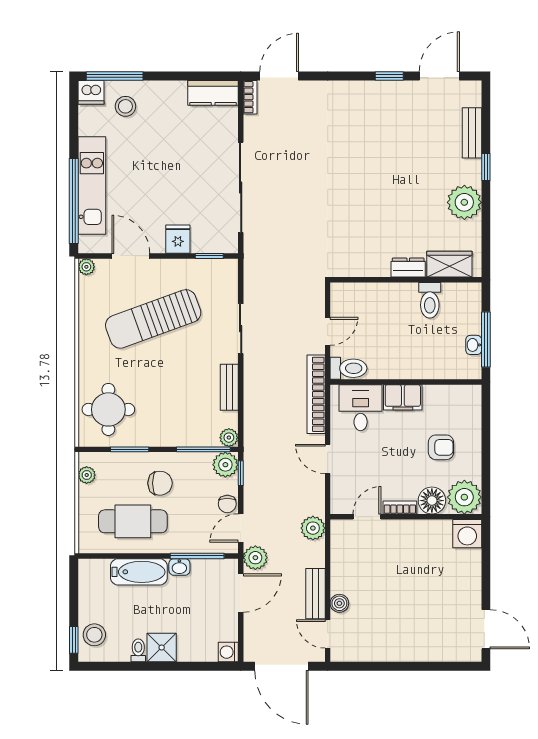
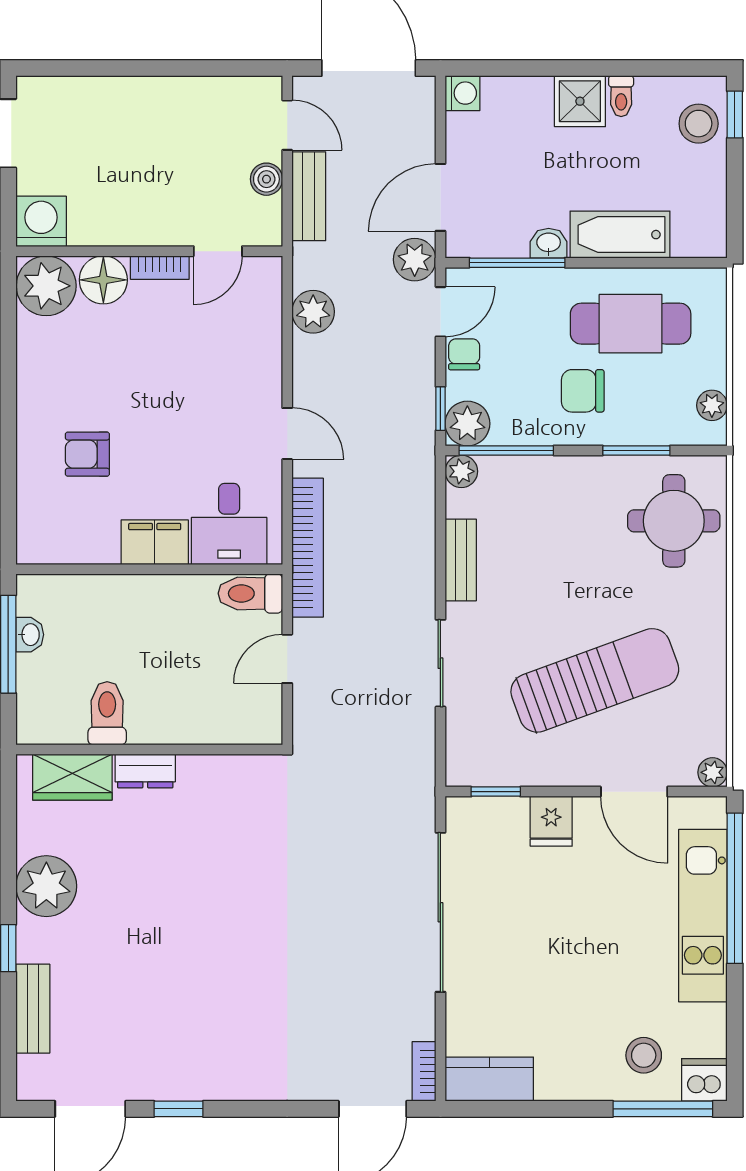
plant: (464, 497) -> (46, 286), moved
floor lamp: (432, 501) -> (103, 280), moved
bookcase: (400, 507) -> (160, 268), moved
door: (367, 517) -> (218, 251), moved
wall: (406, 517) -> (149, 251), moved
washing machine: (467, 534) -> (41, 221), moved

